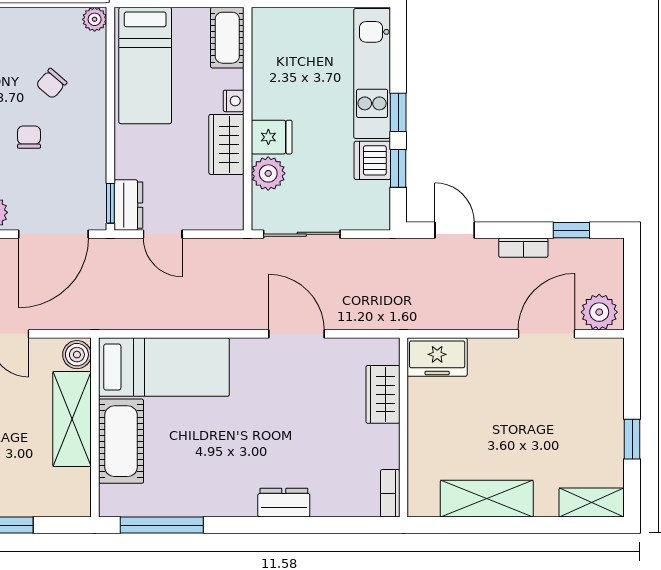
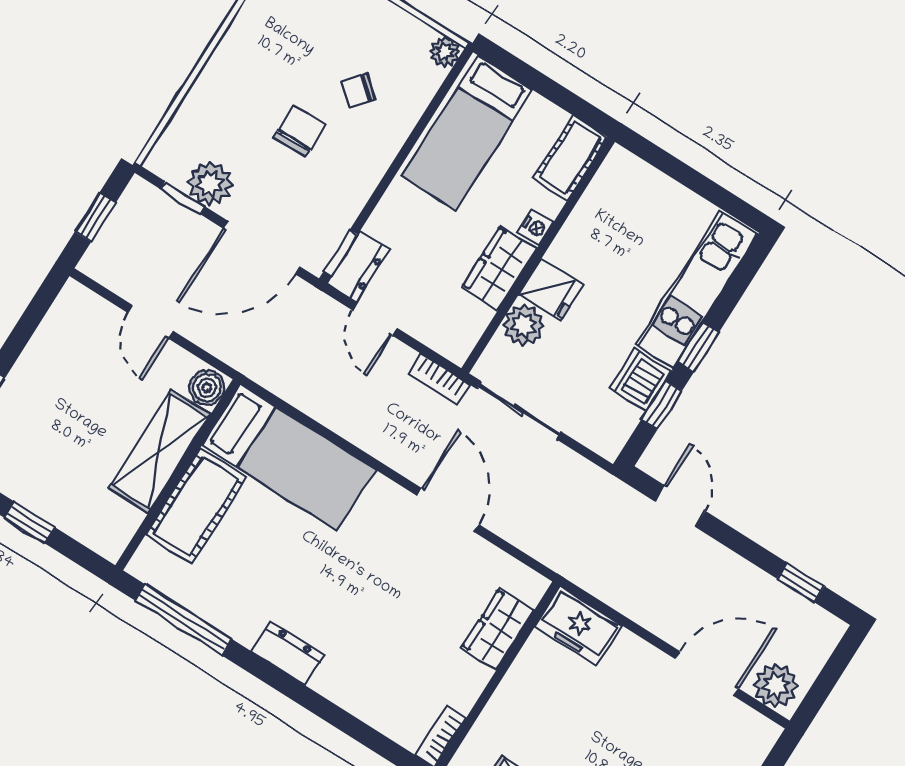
chair: (29, 137) -> (300, 131), width x1.37, depth x1.37
bookcase: (523, 248) -> (439, 379), moved
dresser: (284, 503) -> (288, 653), moved

